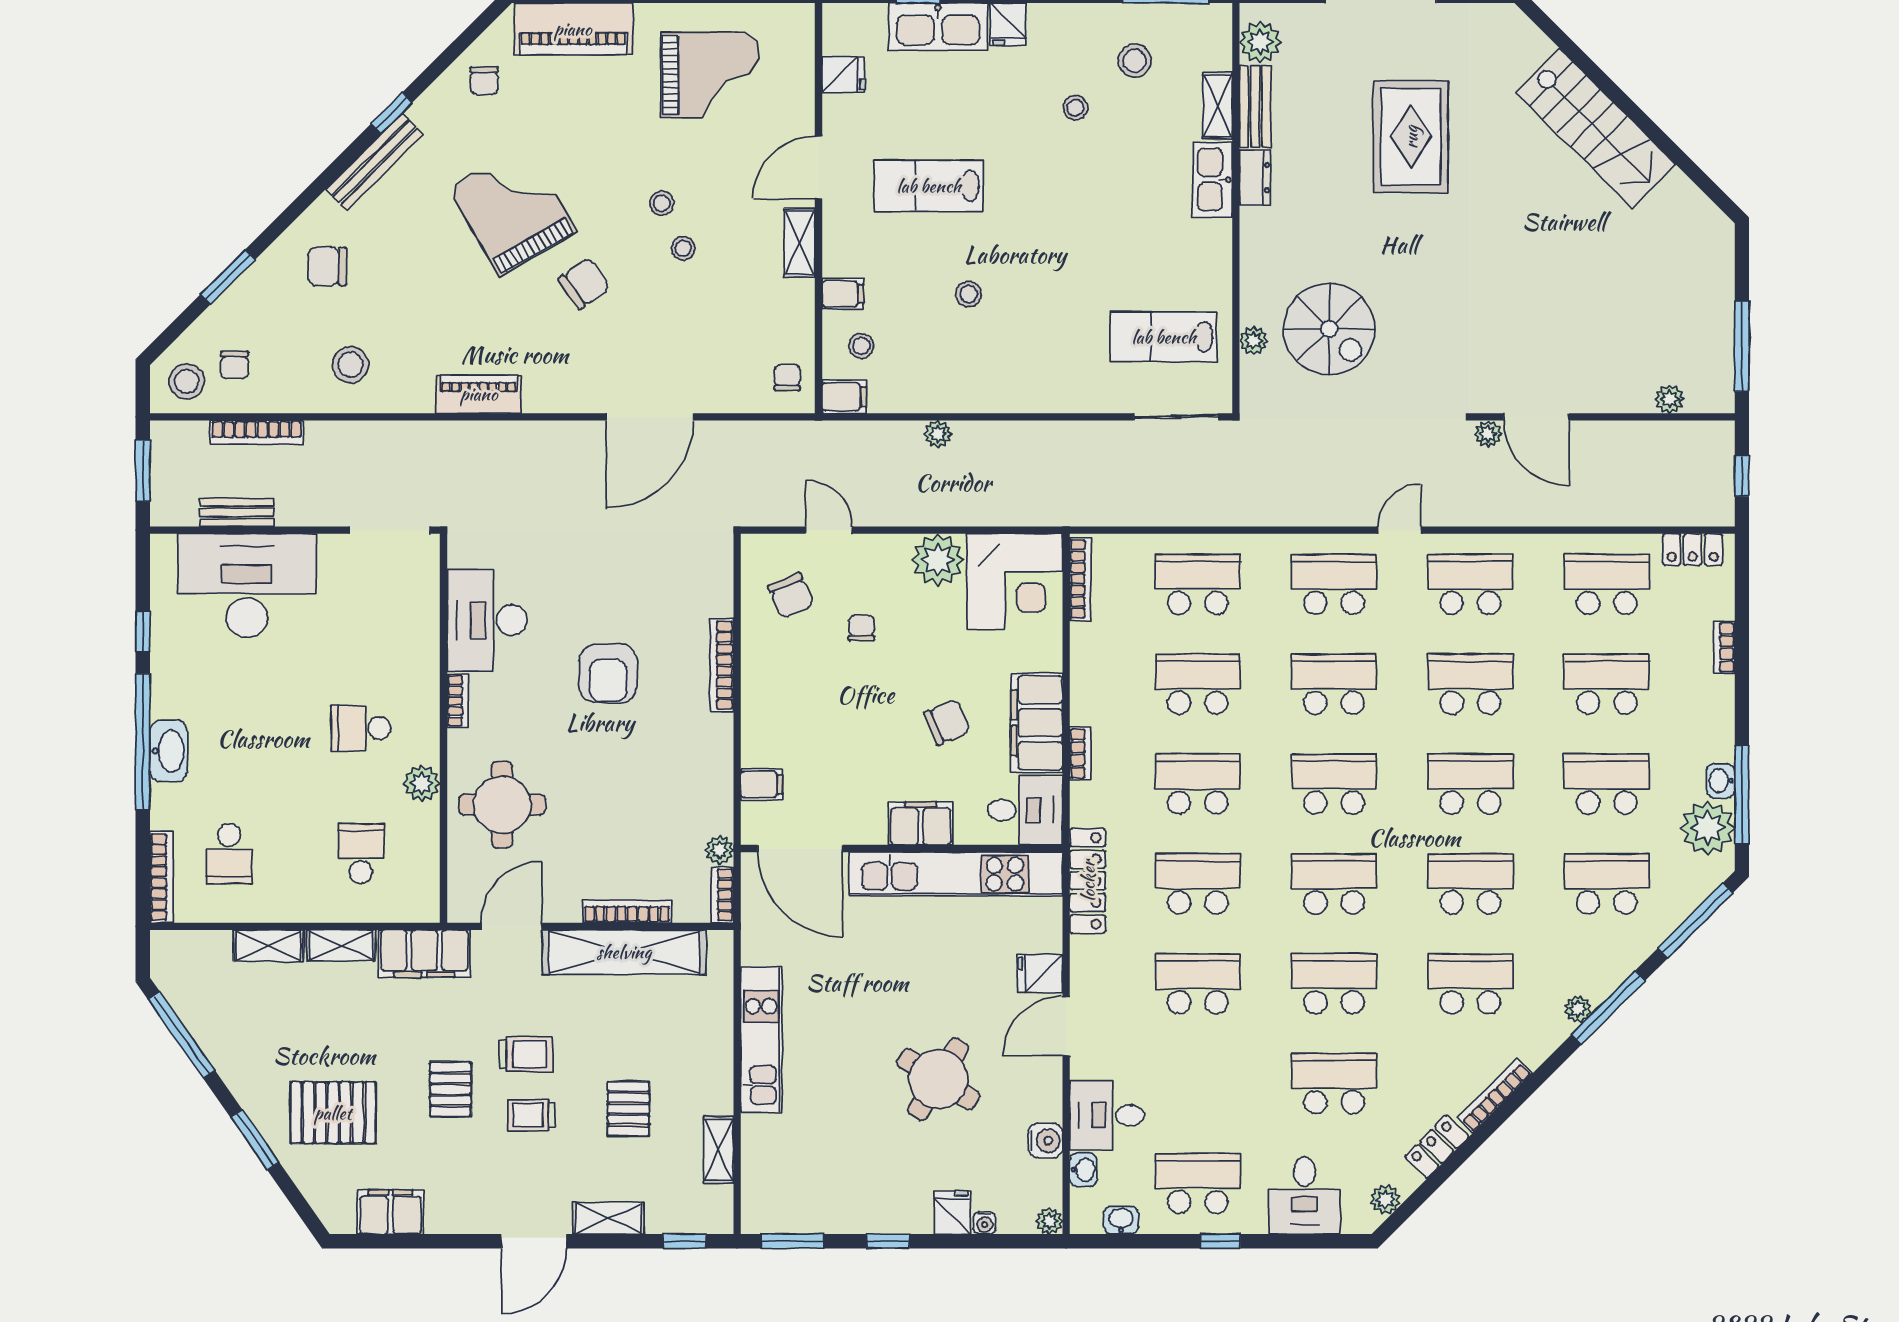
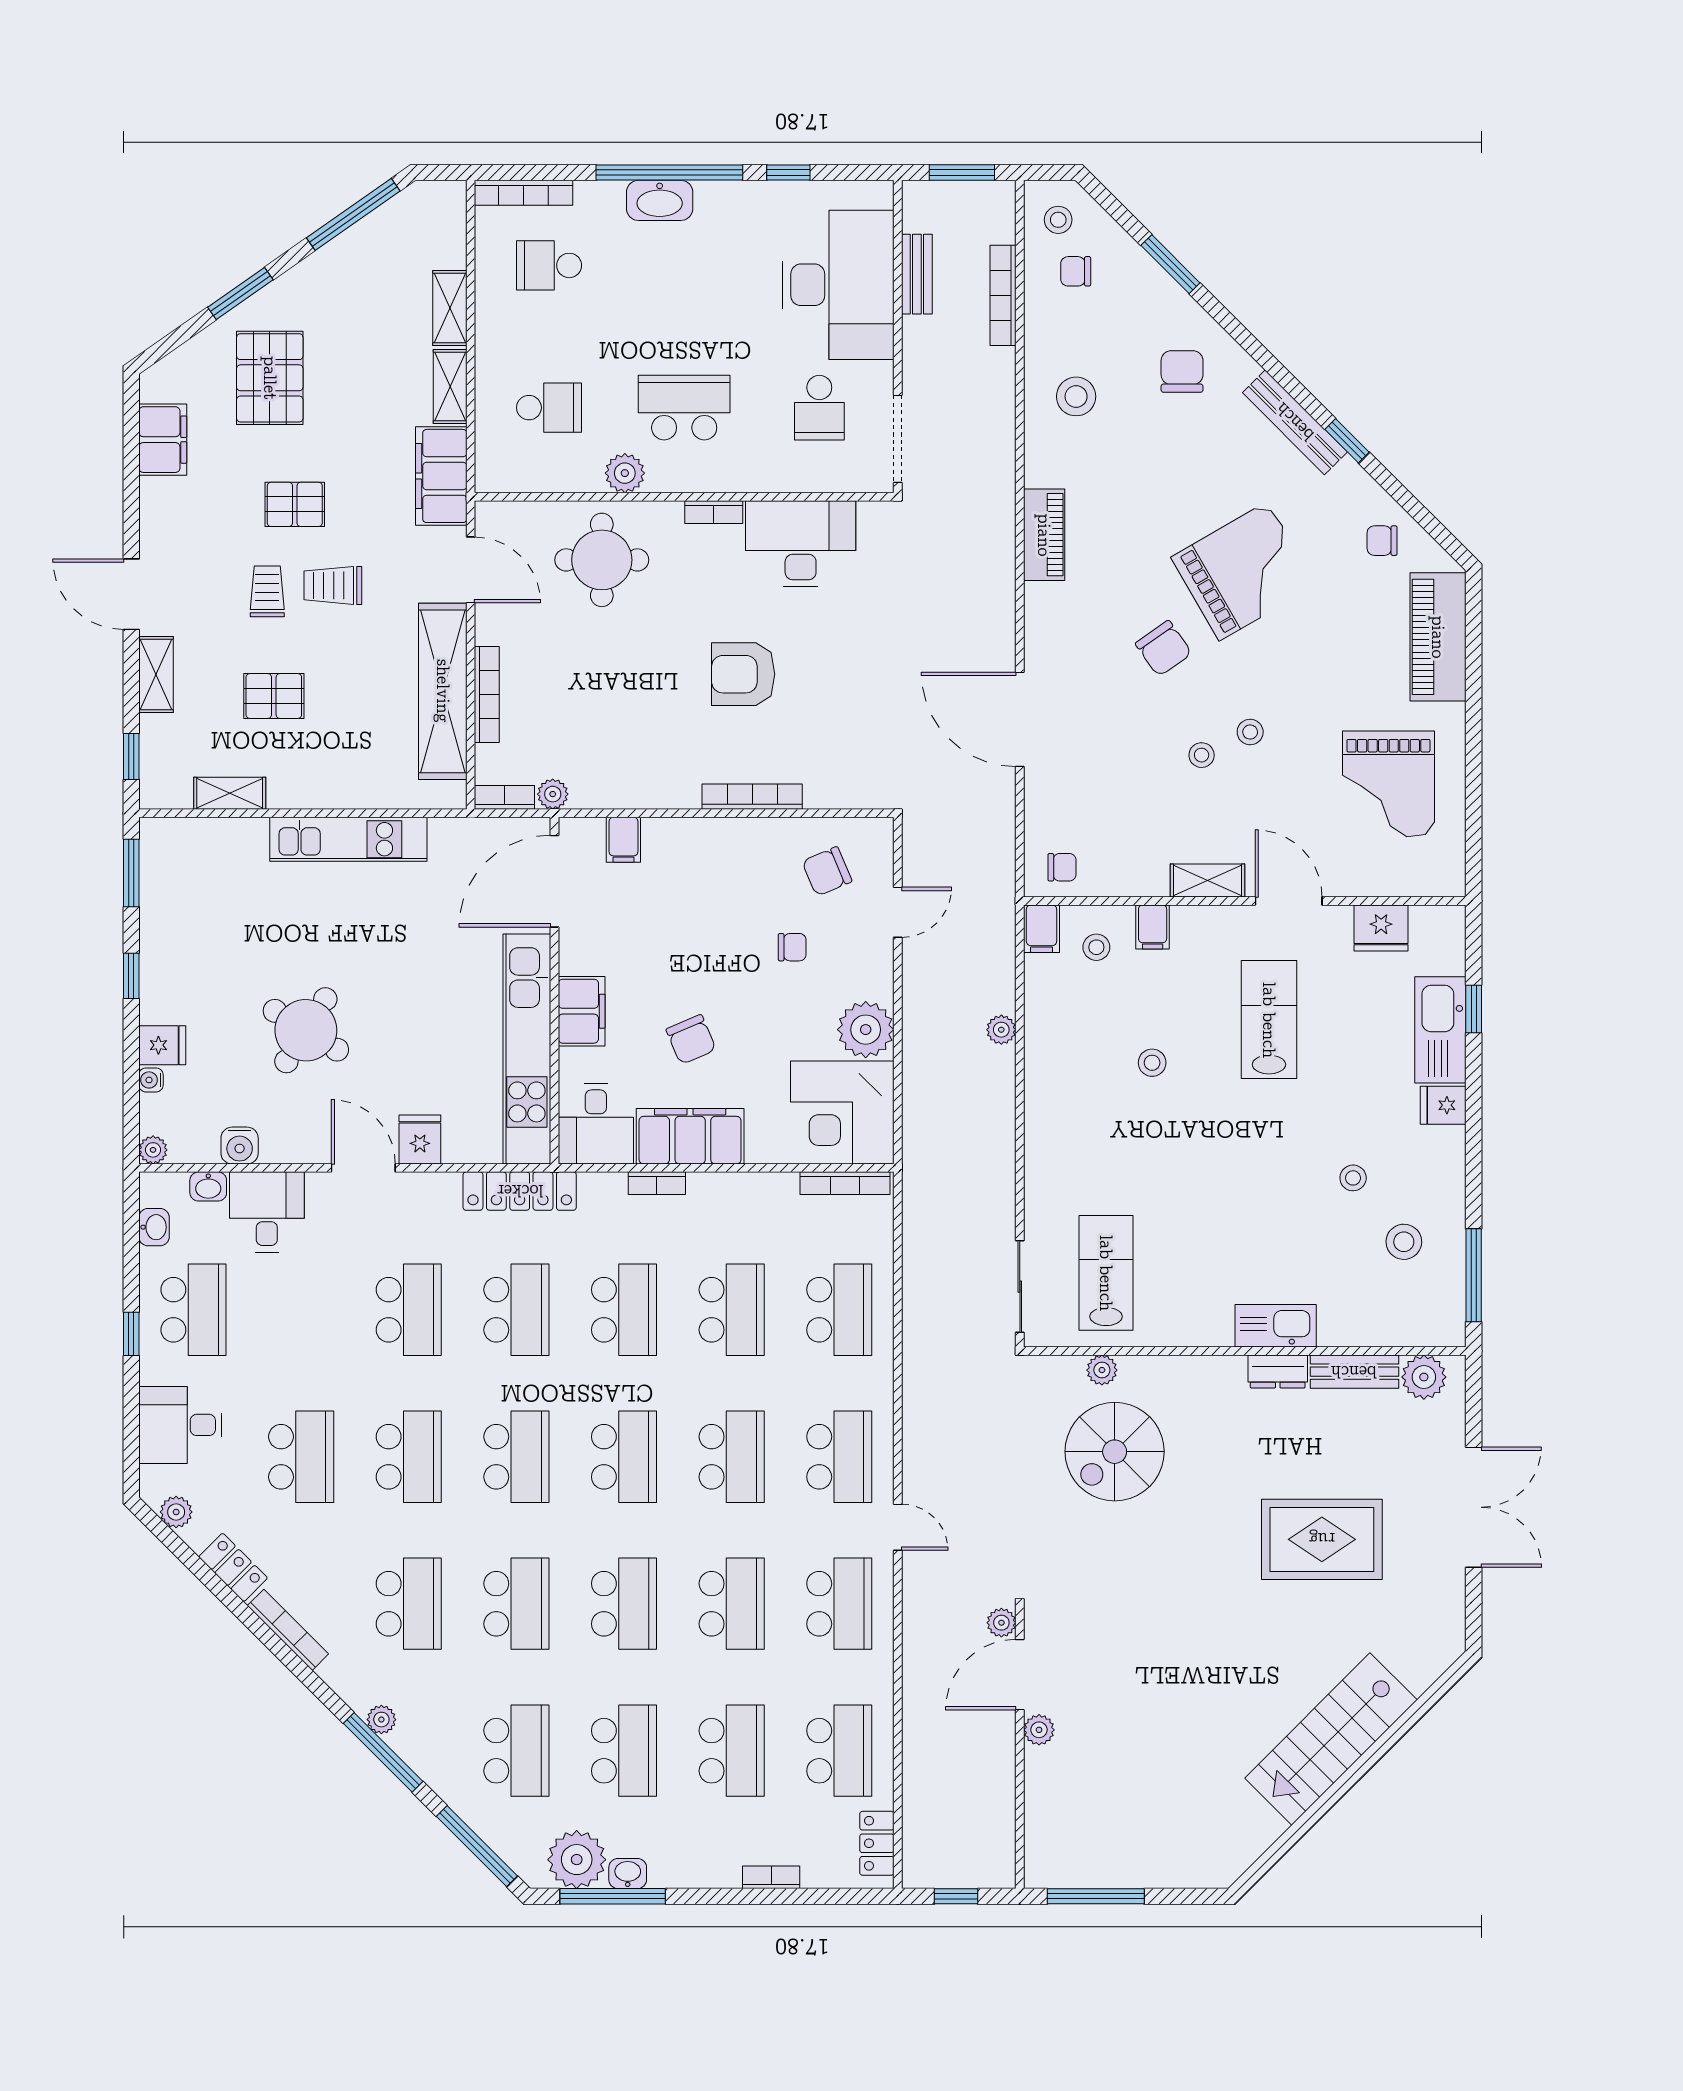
fridge: (843, 75) -> (1381, 928), width x1.38
shelving: (1217, 106) -> (1355, 1331), removed
stool: (187, 381) -> (1058, 220), width x0.73, depth x0.73
plant: (1669, 399) -> (1039, 1730), moved
school desk: (361, 603) -> (819, 408), added
school desk: (361, 728) -> (684, 408), width x1.85
trolley: (526, 1054) -> (333, 585), turned 90

